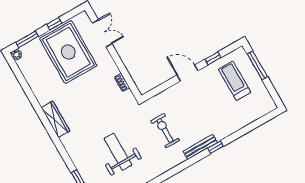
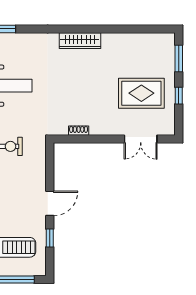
rug: (68, 52) -> (141, 93), width x0.73, depth x0.69
plant: (16, 55) -> (169, 38), removed

